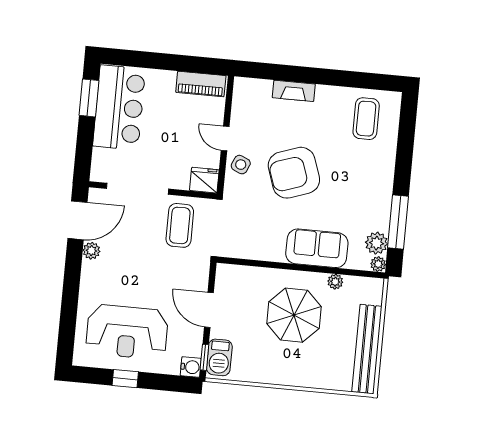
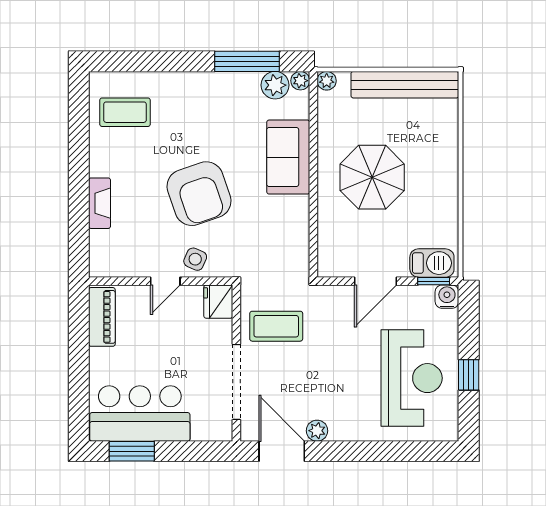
plant: (335, 282) -> (327, 81), moved

